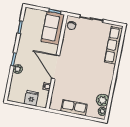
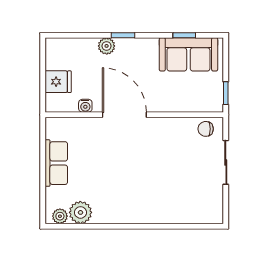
sofa: (53, 28) -> (188, 54), moved, turned 180
row of seats: (113, 45) -> (185, 213), removed
door: (56, 67) -> (124, 115), hinge flipped

